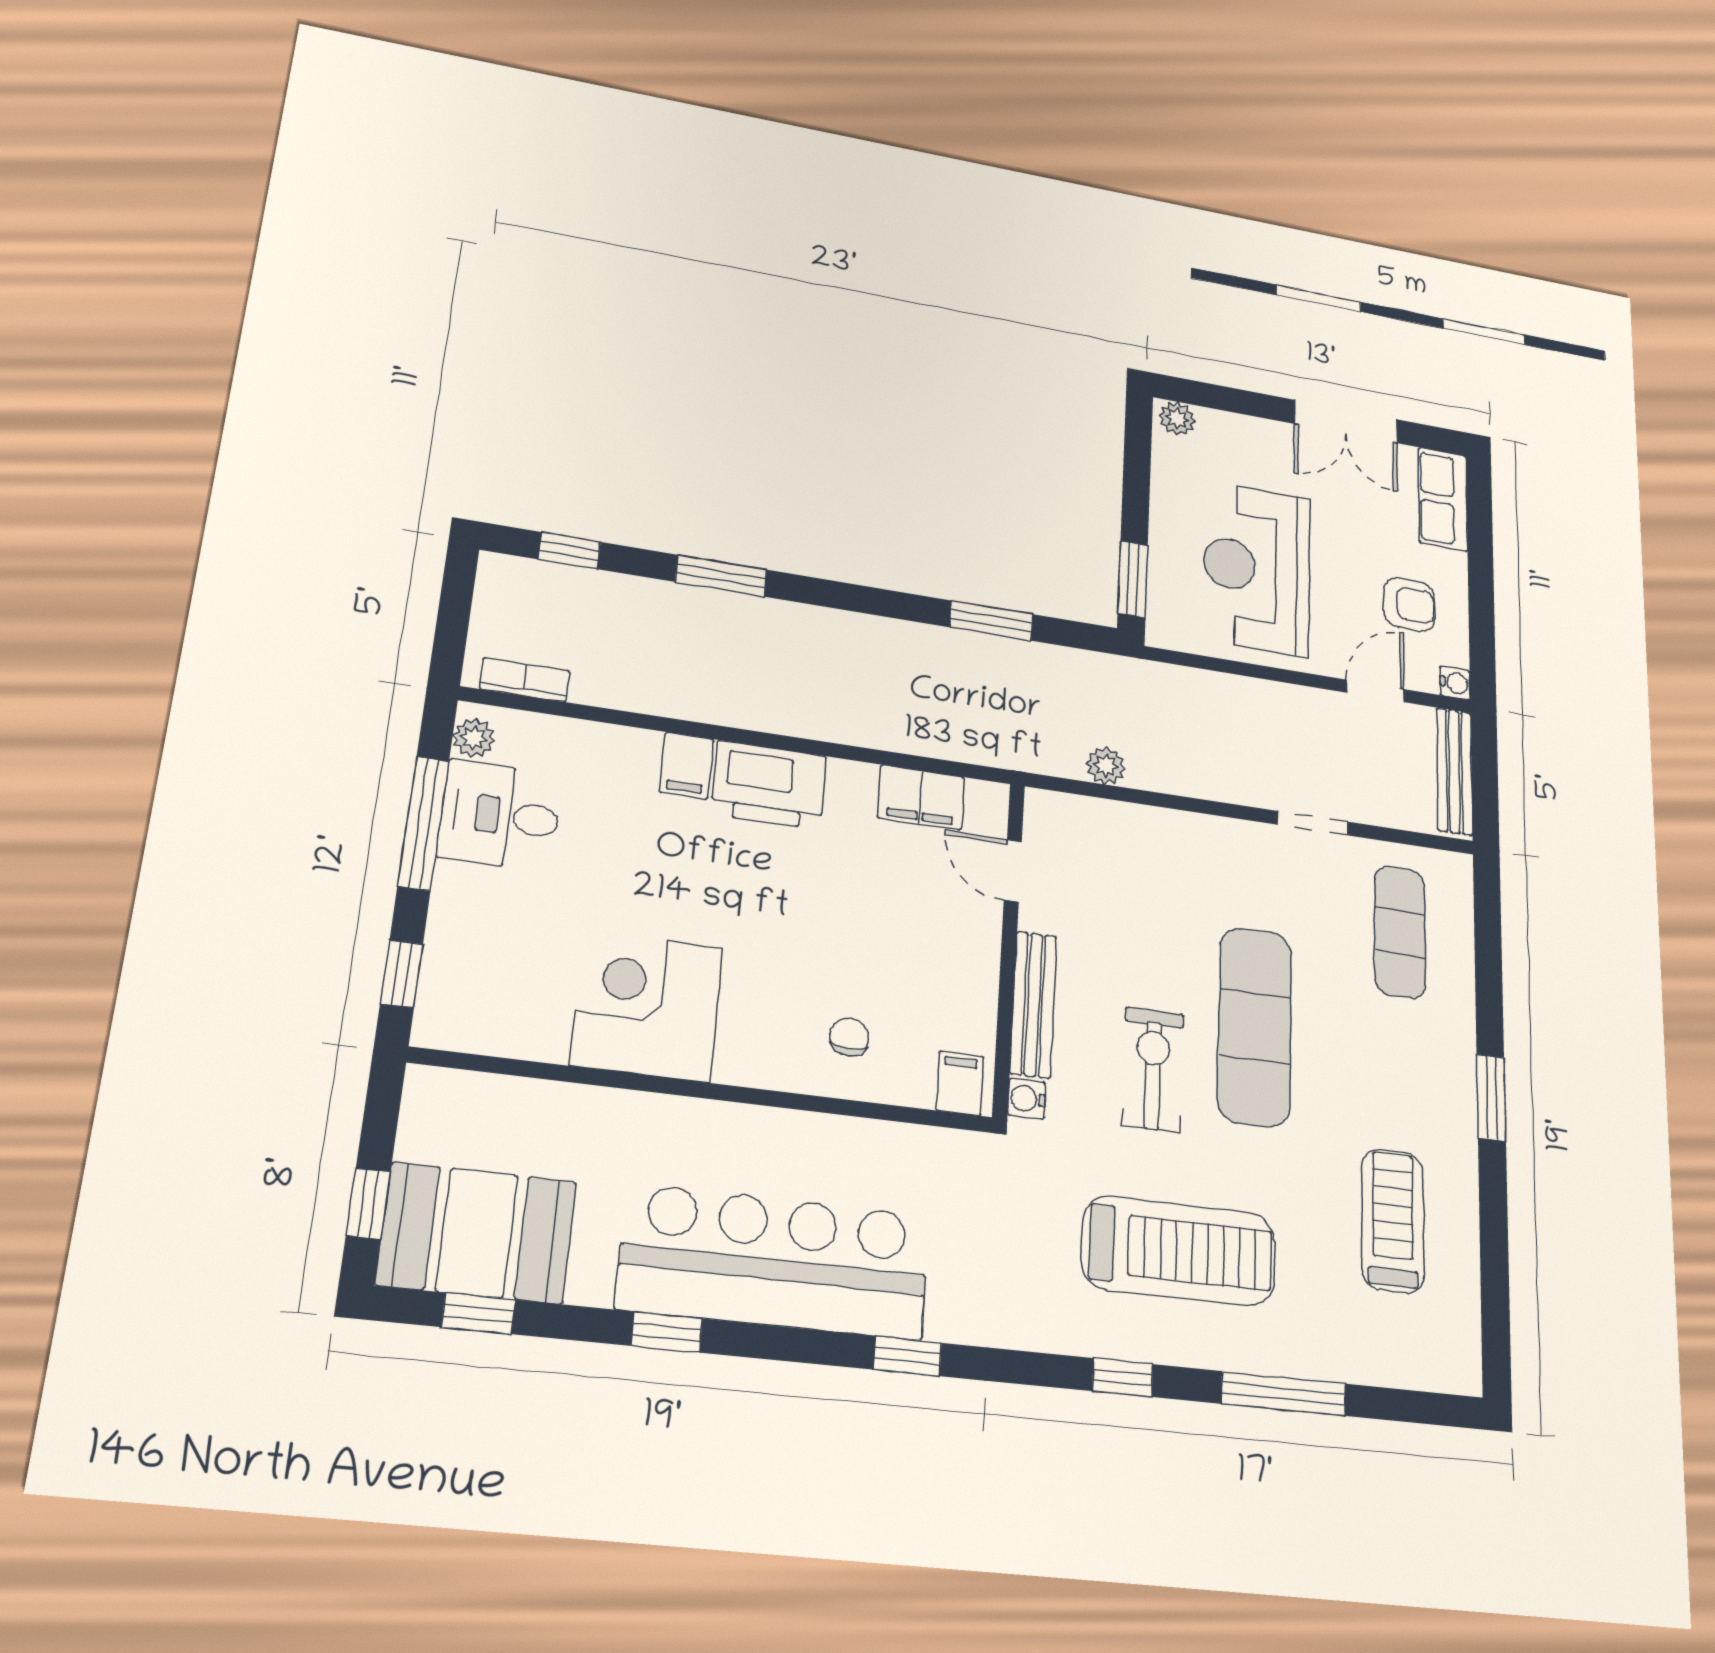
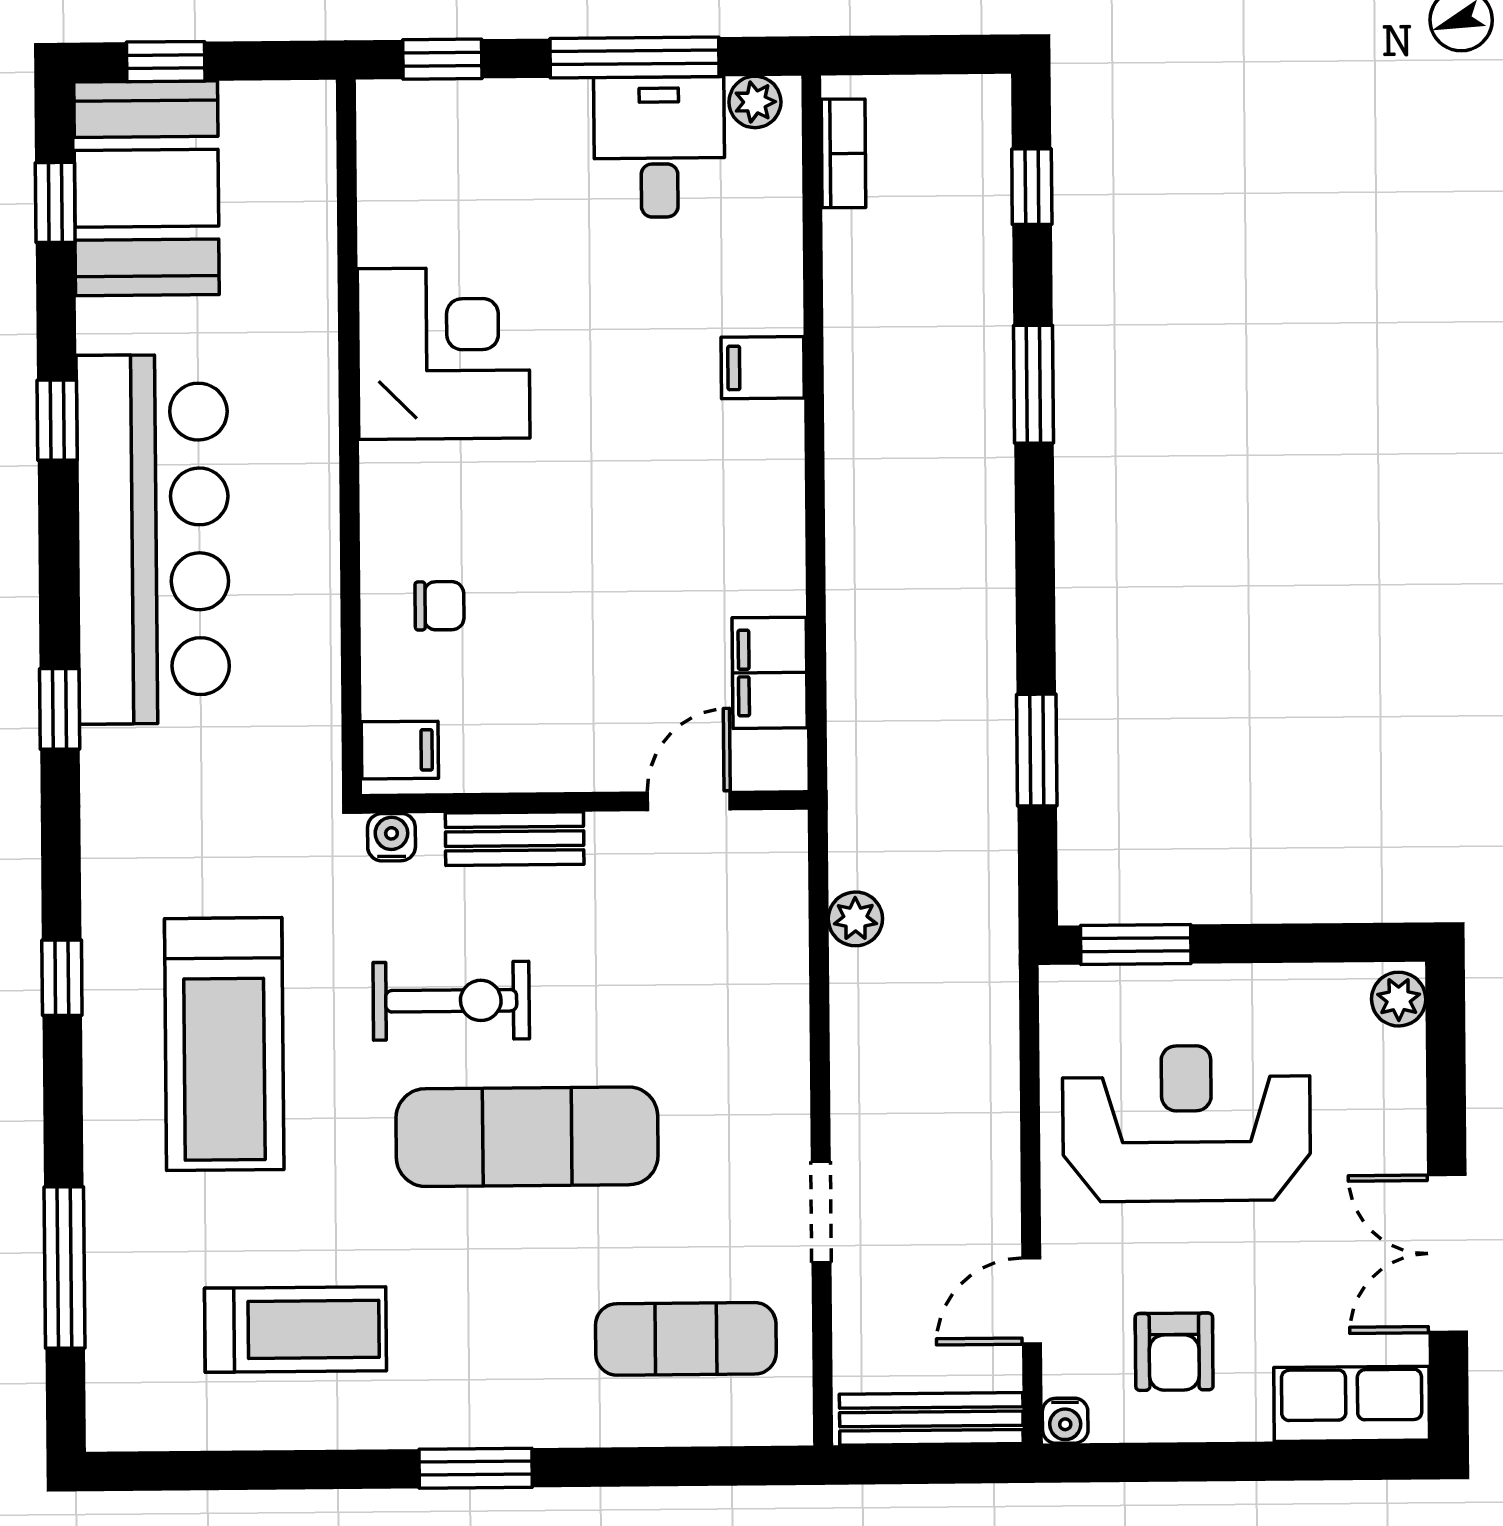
door: (1375, 691) -> (1032, 1301), swing flipped
printer: (769, 785) -> (754, 475), removed
bench: (1033, 1004) -> (515, 839), width x0.73
window: (1284, 1394) -> (65, 1268), moved

